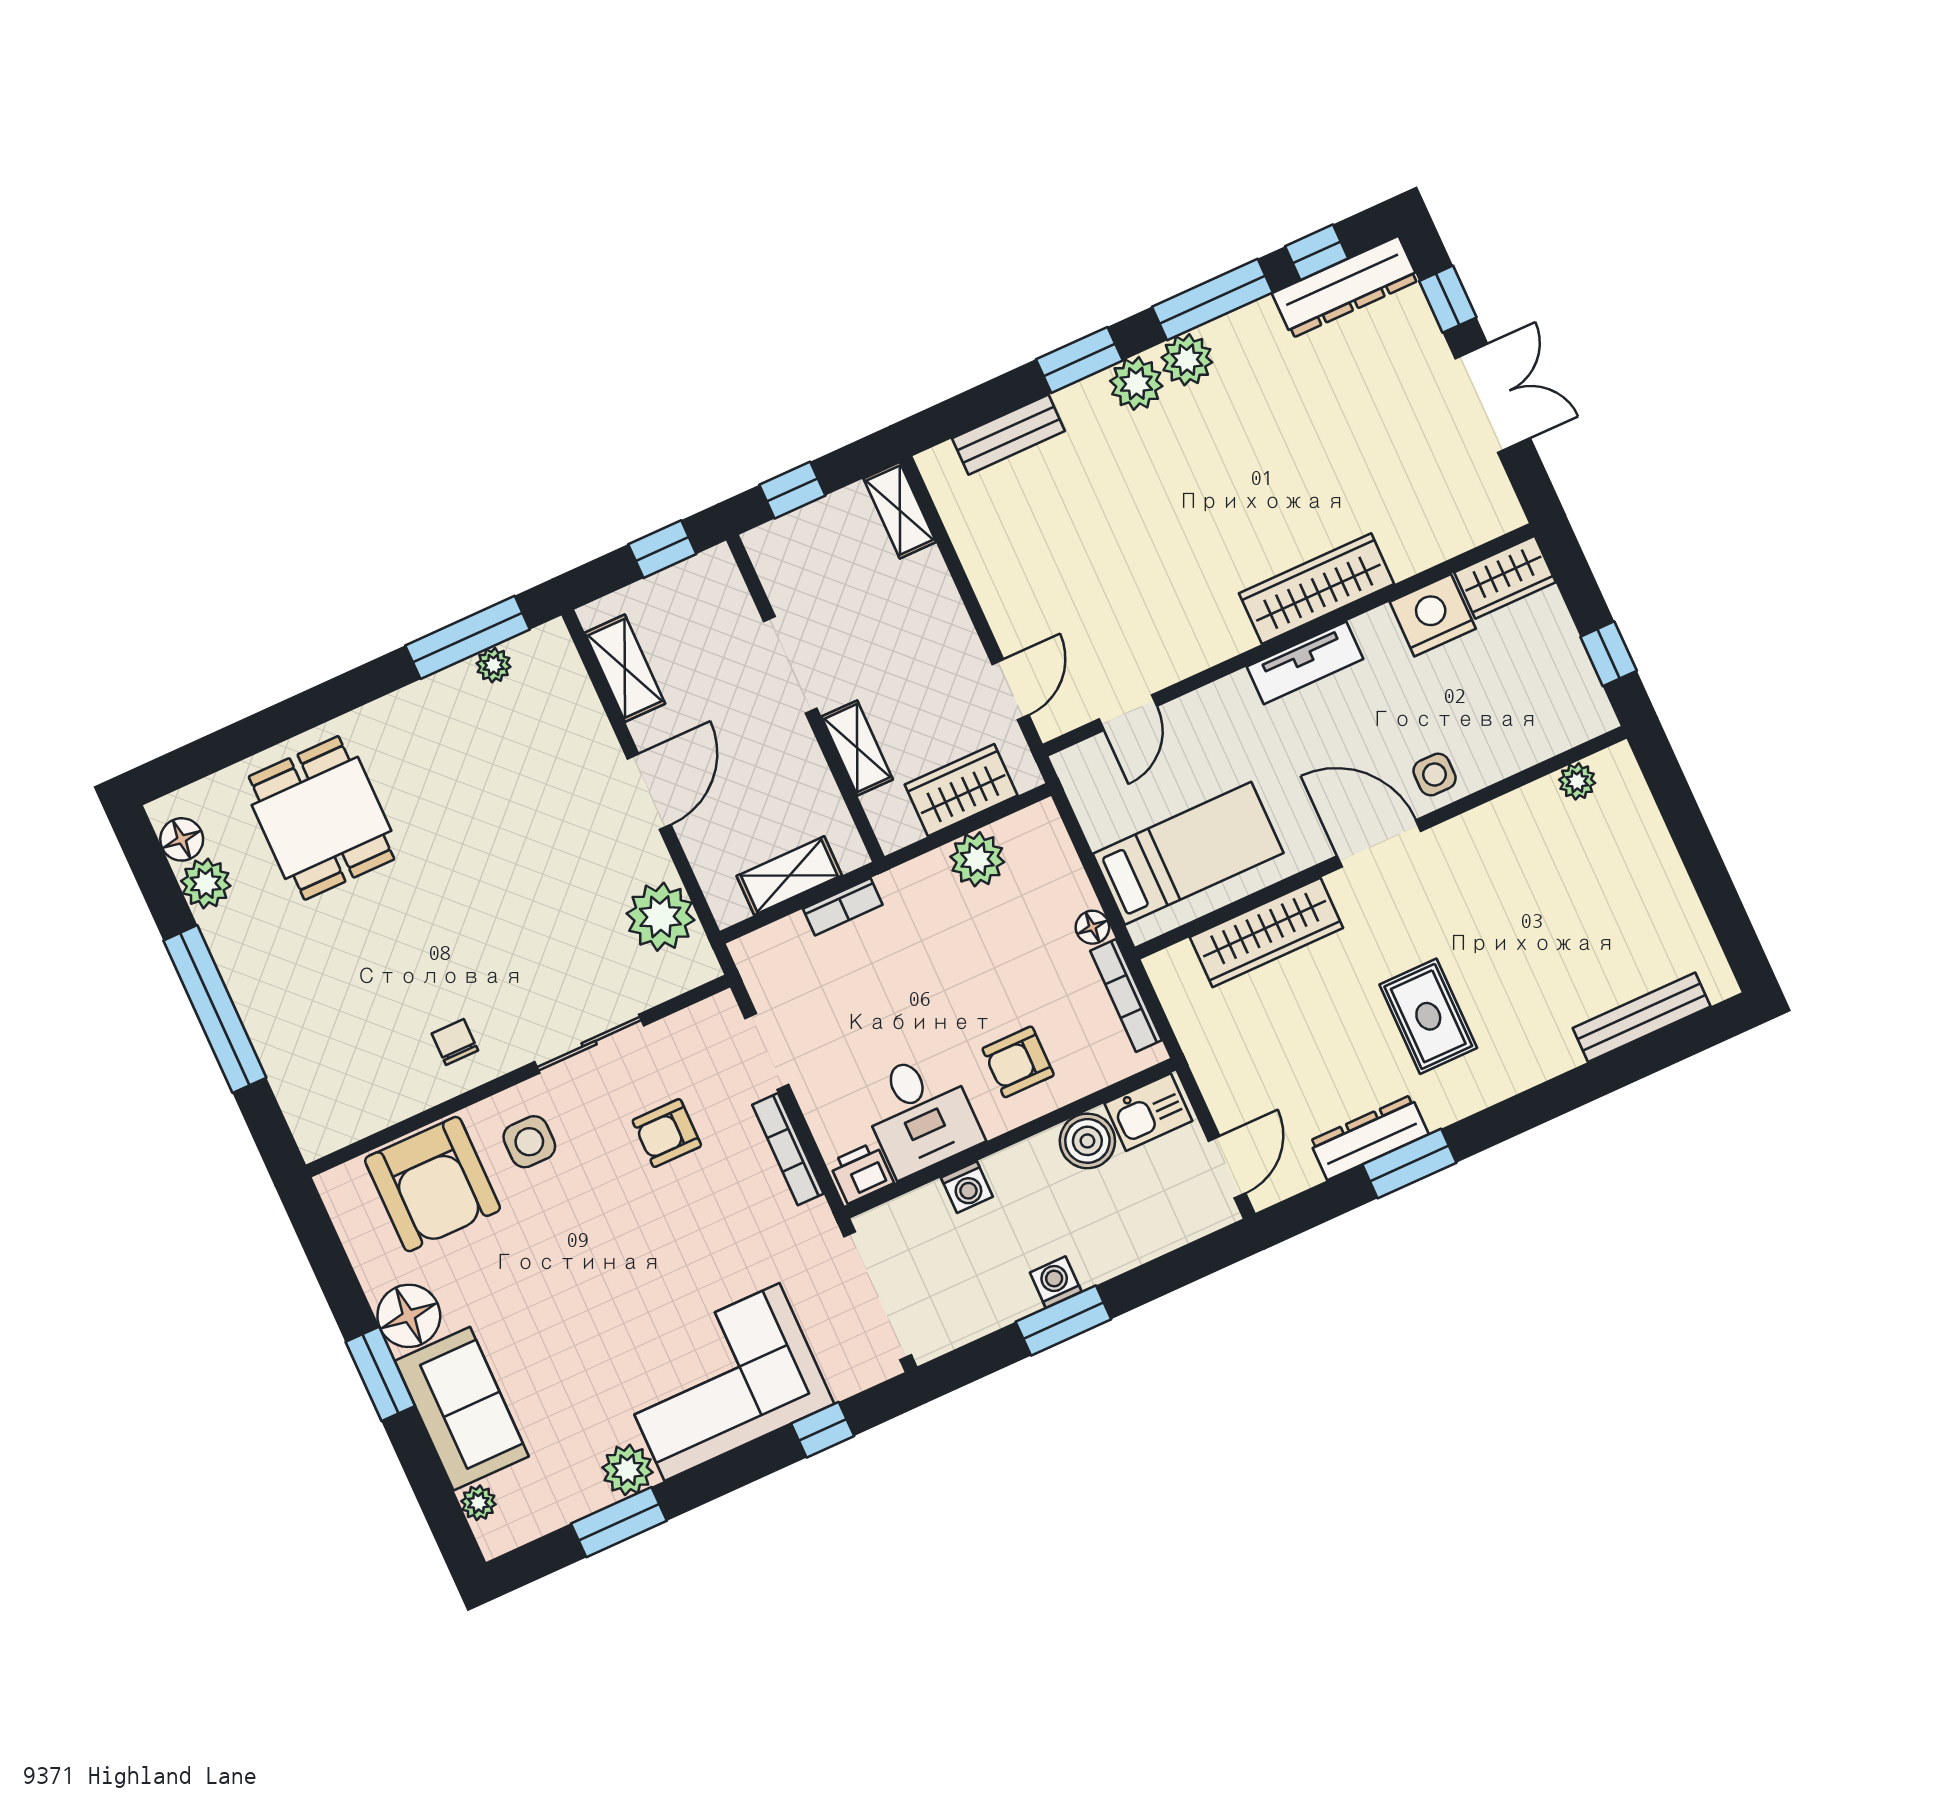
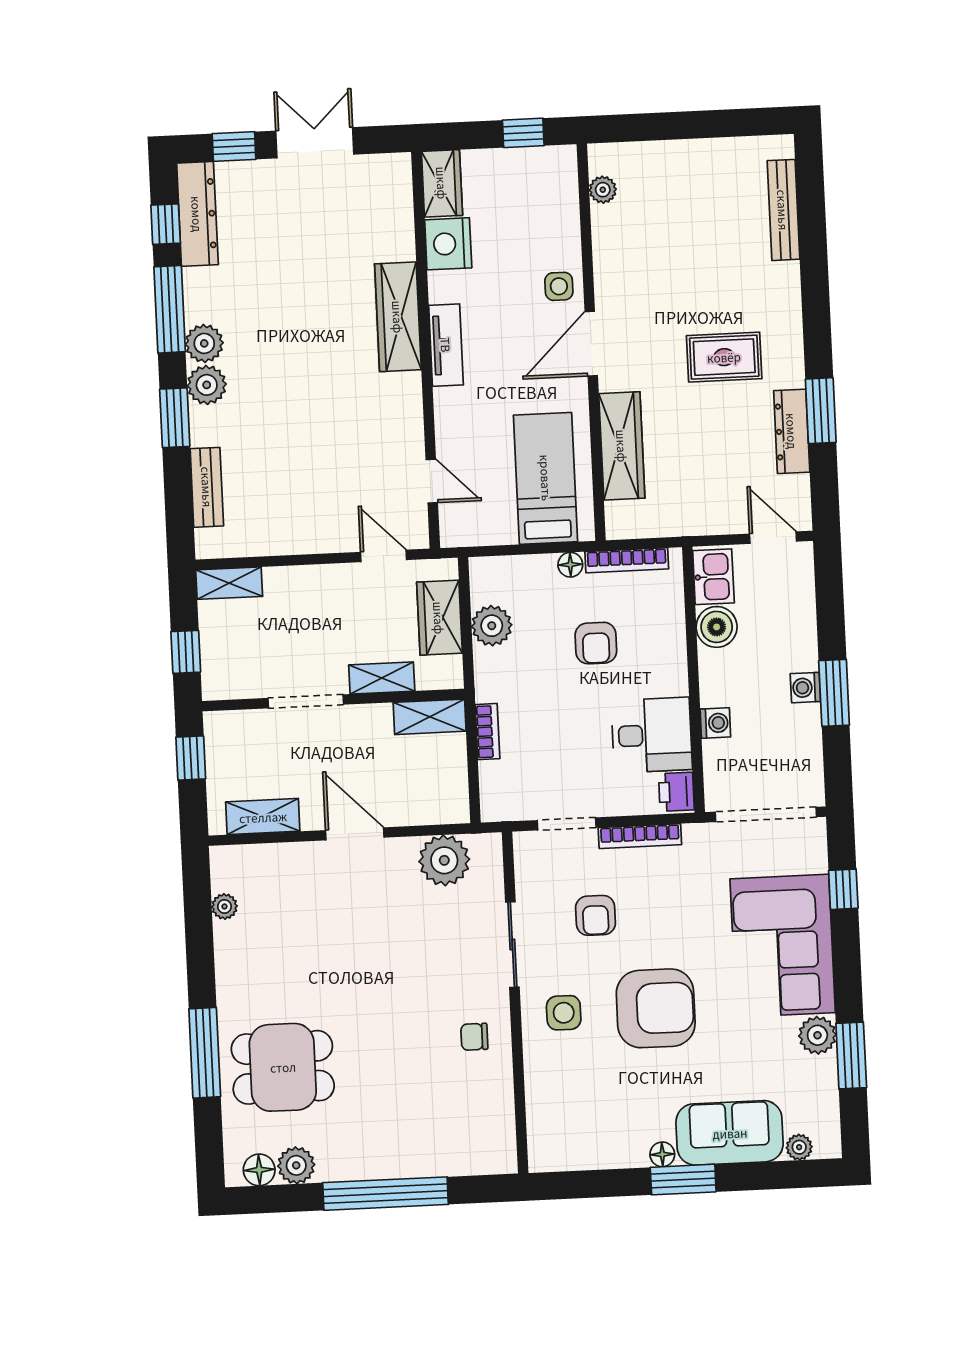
window: (468, 637) -> (205, 1053), moved
shelving: (789, 876) -> (430, 717), moved, turned 90
armchair: (1018, 1062) -> (596, 643), moved
armchair: (433, 1184) -> (656, 1008), moved
floor lamp: (409, 1316) -> (662, 1154), width x0.53, depth x0.53

